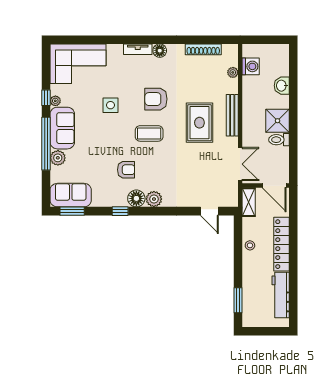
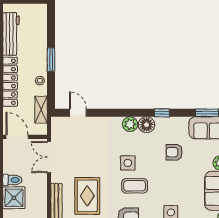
side table: (156, 158) -> (128, 163), added
armchair: (126, 170) -> (174, 152), moved
shelving: (249, 202) -> (41, 110), moved
window: (238, 300) -> (51, 60), moved

